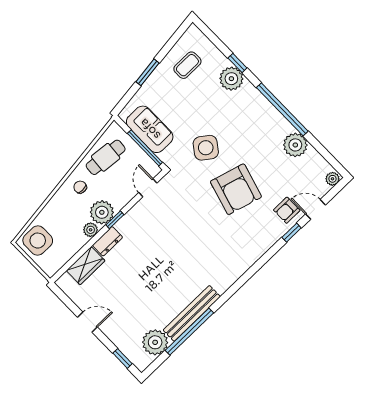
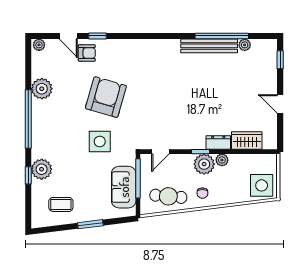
side table: (206, 148) -> (100, 141), turned -36
plant: (155, 342) -> (245, 45), width x0.53, depth x0.53

